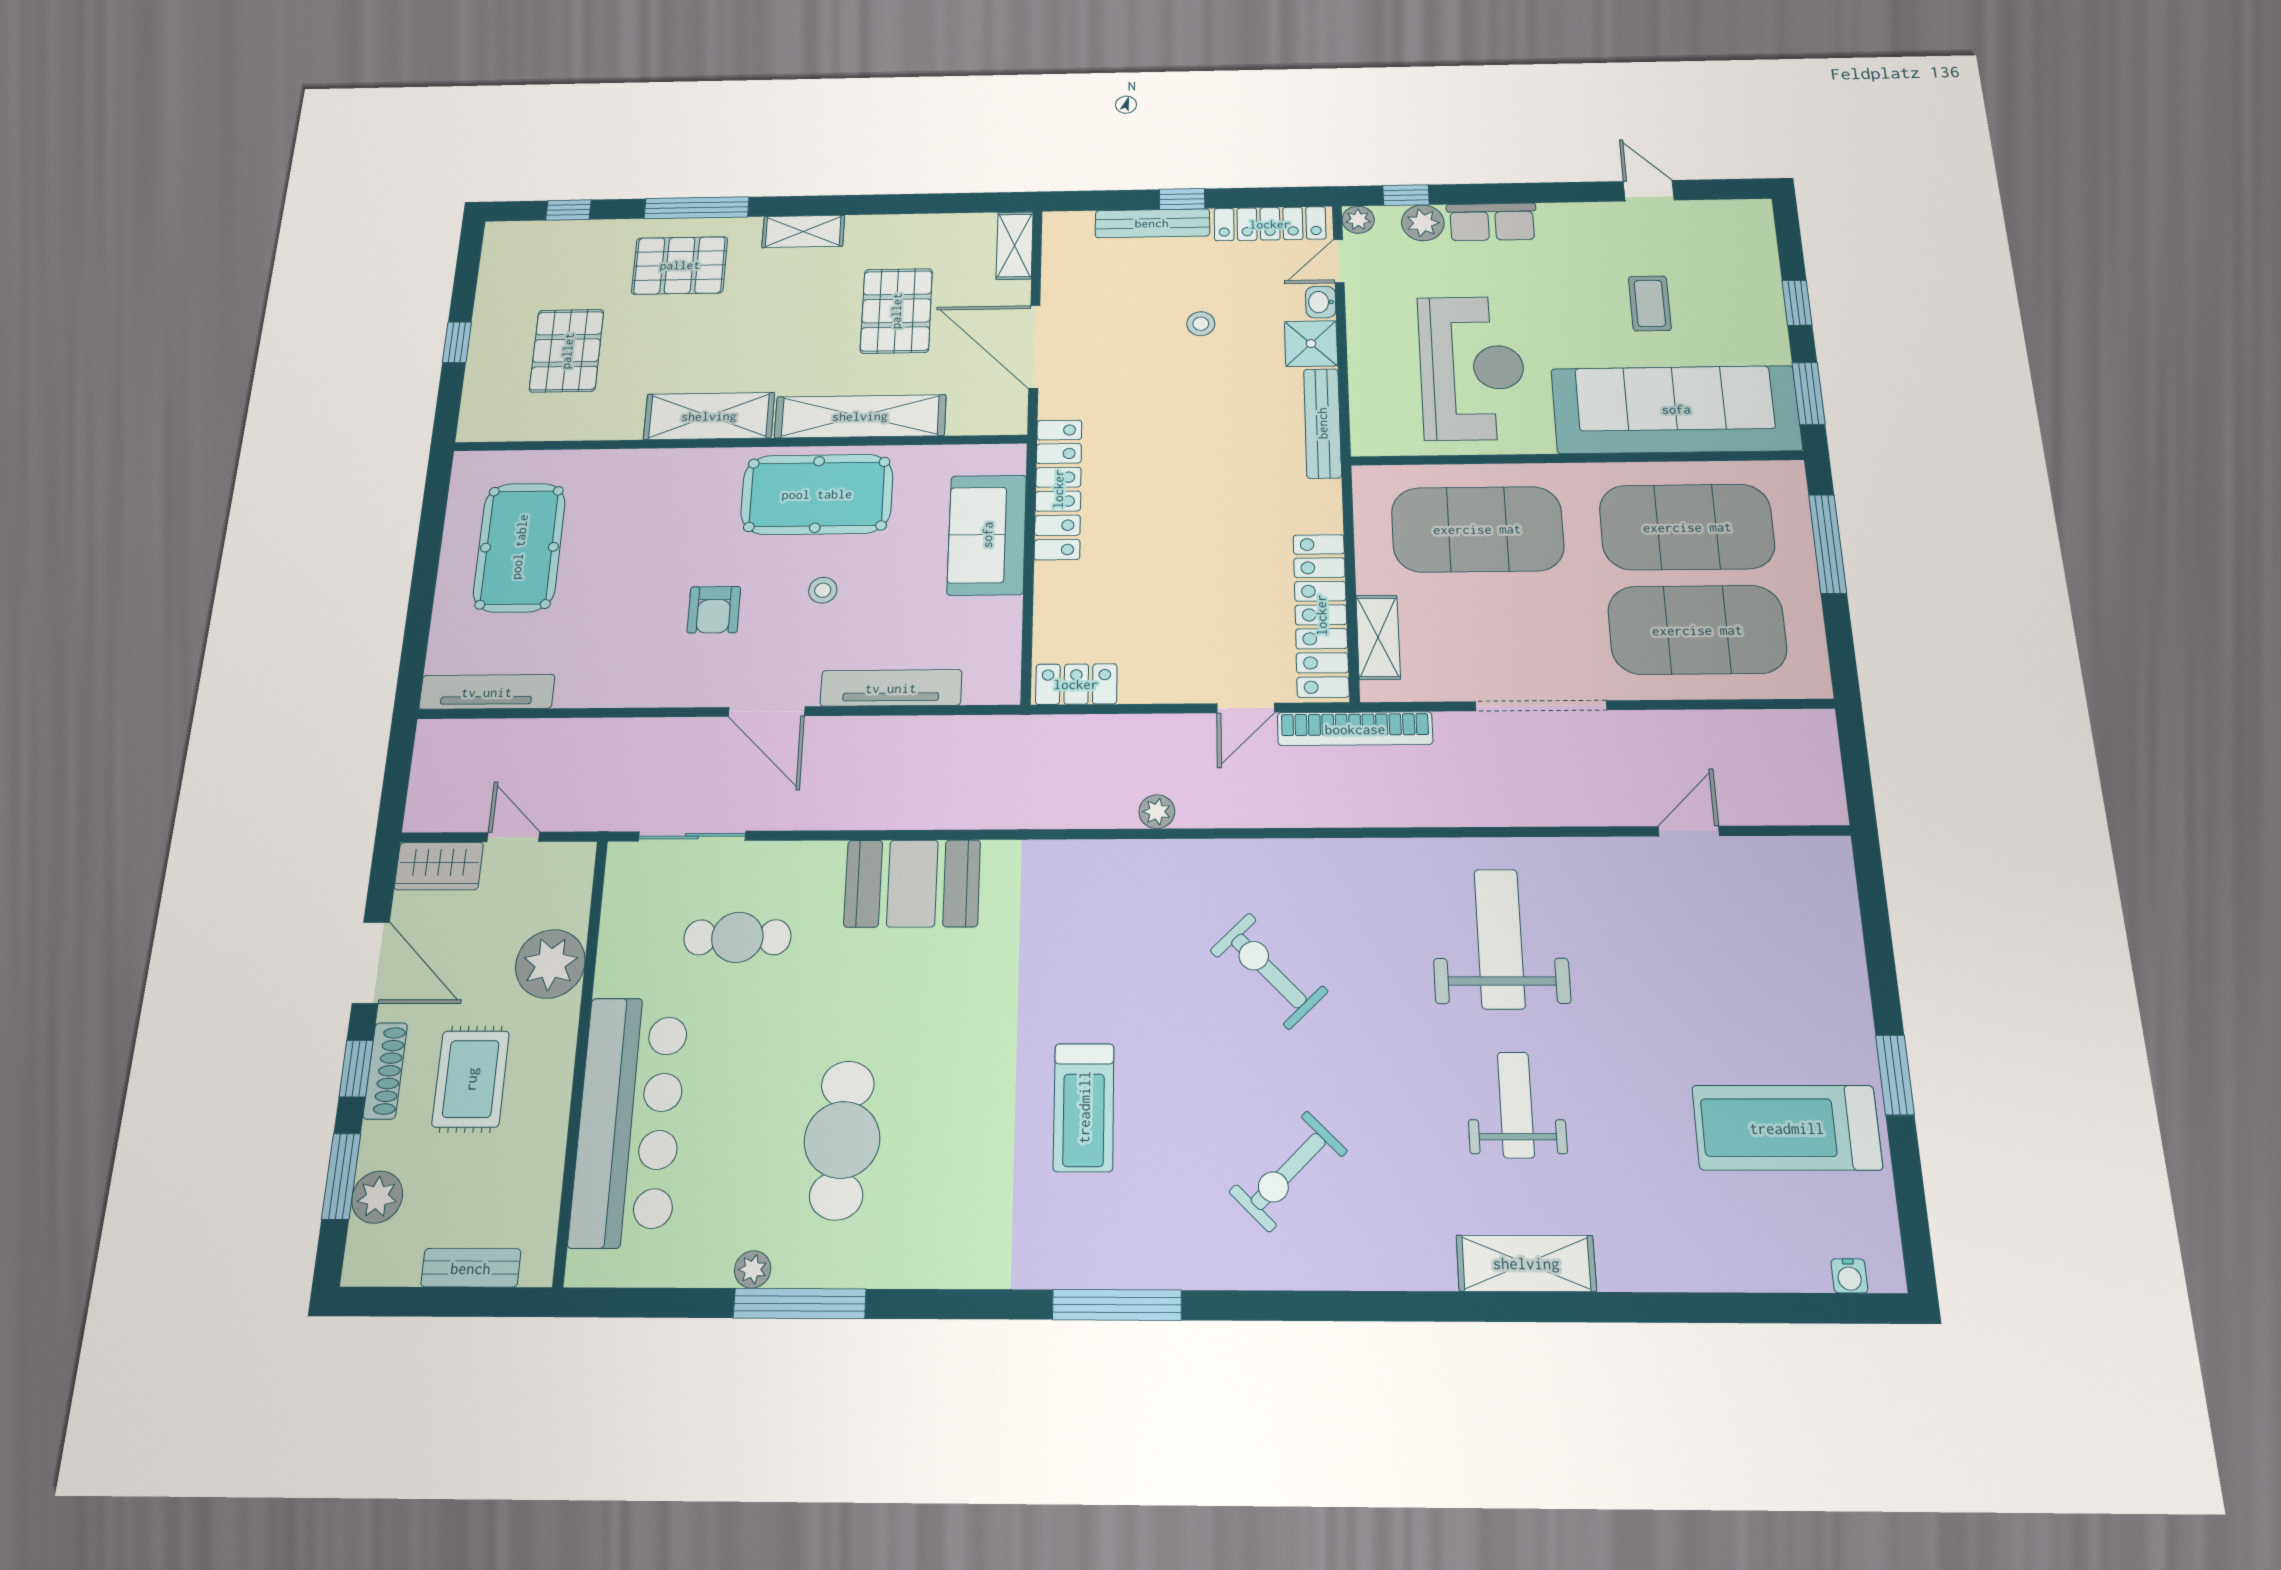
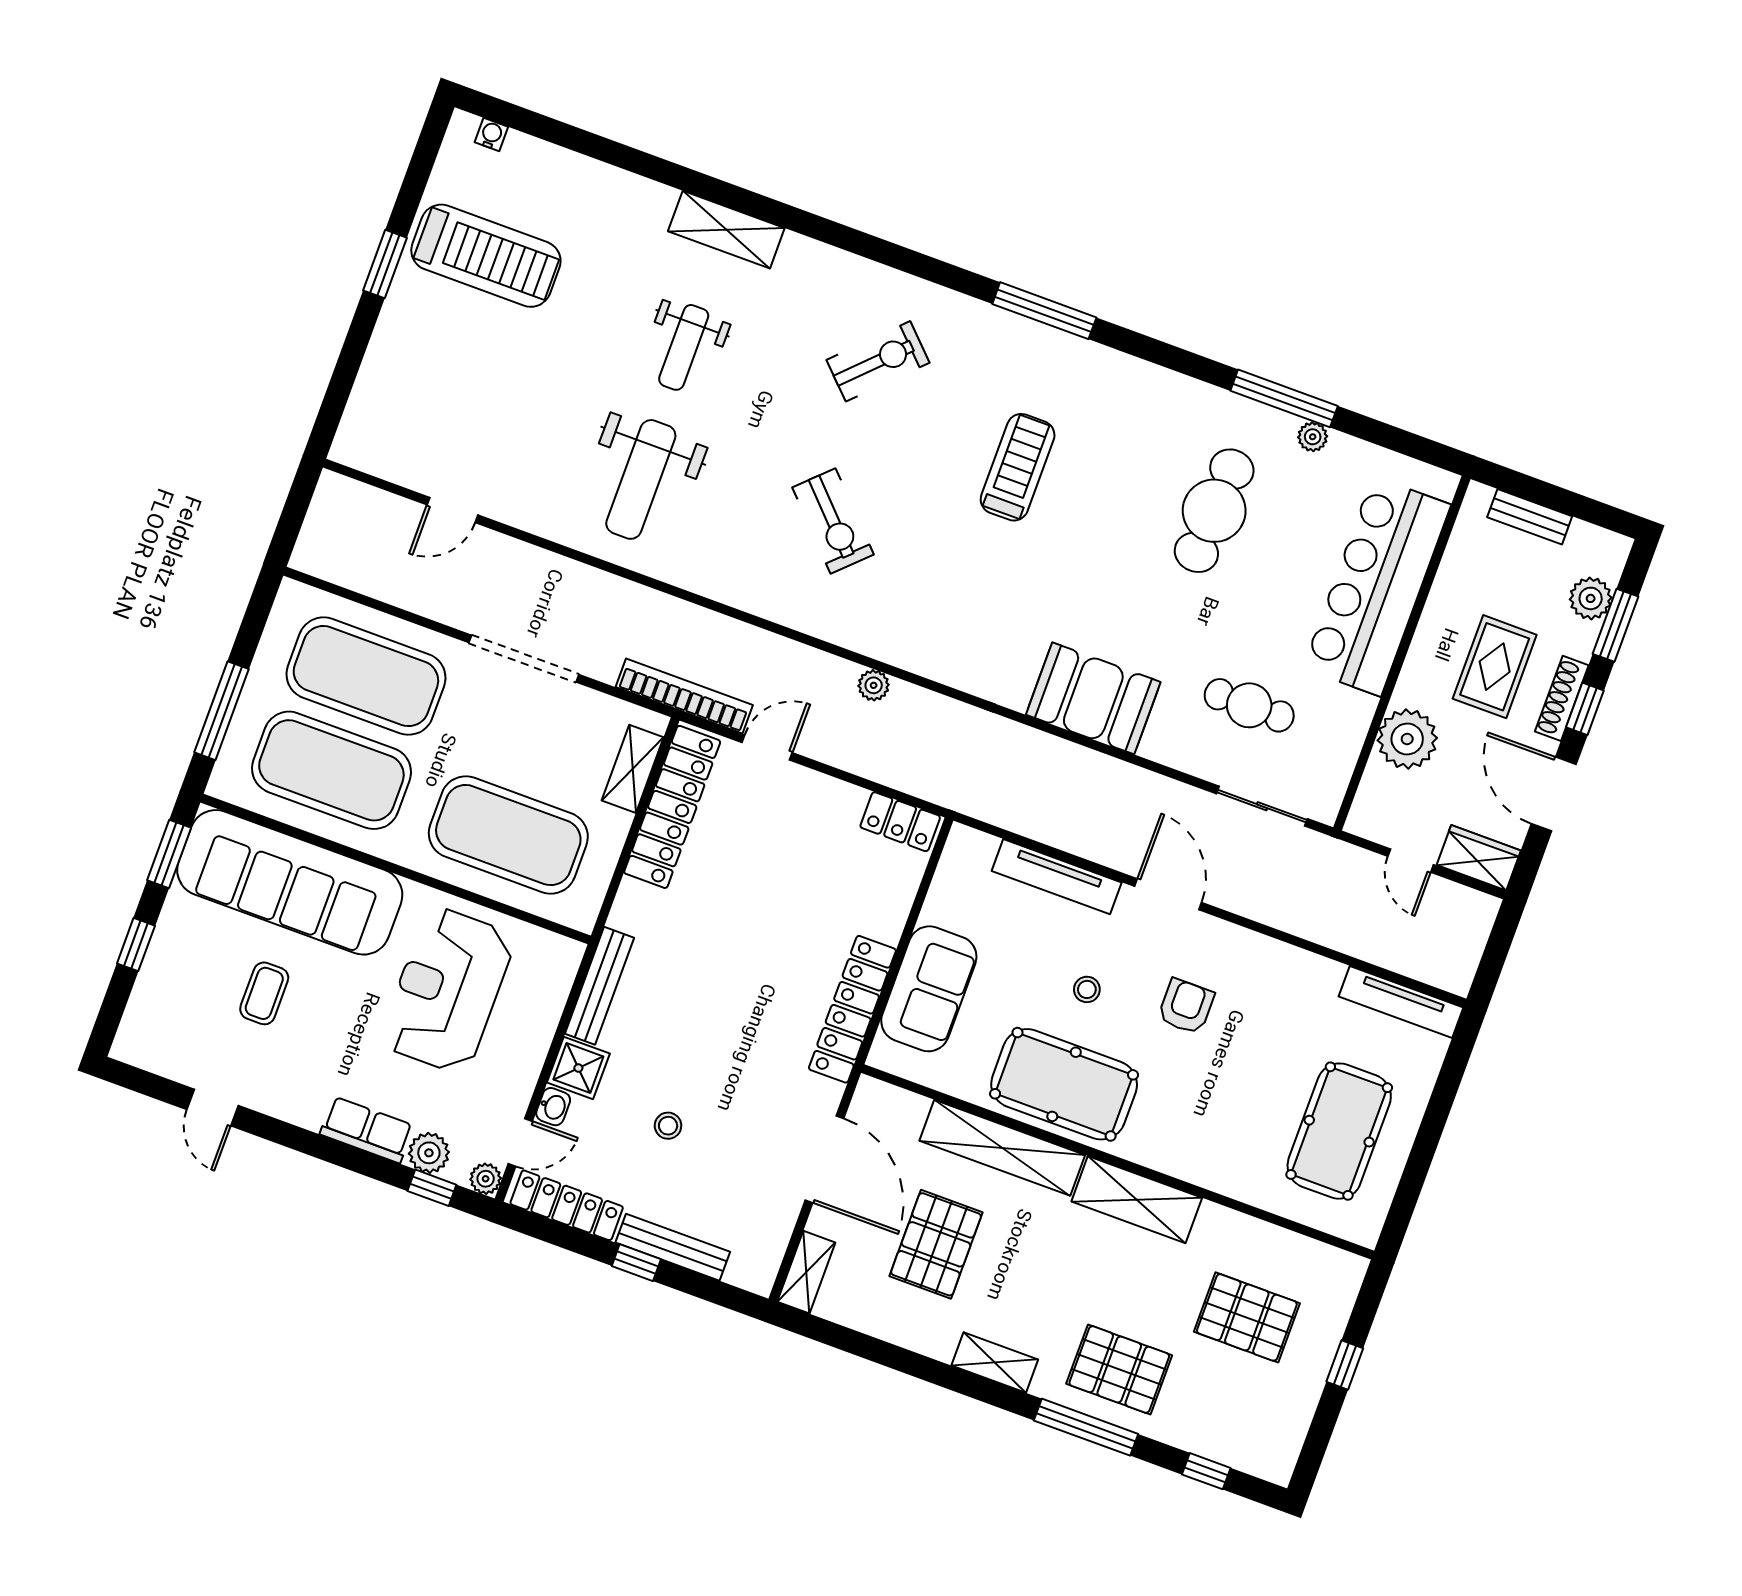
pallet: (567, 351) -> (1247, 1317), turned 90

